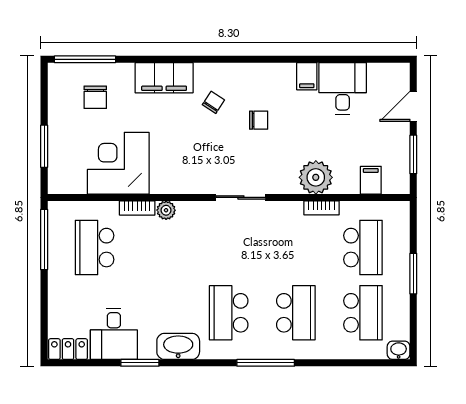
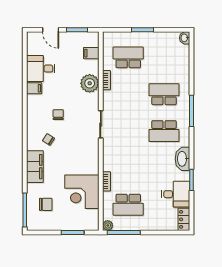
plant: (166, 210) -> (108, 225), moved
school desk: (363, 313) -> (164, 57), removed

